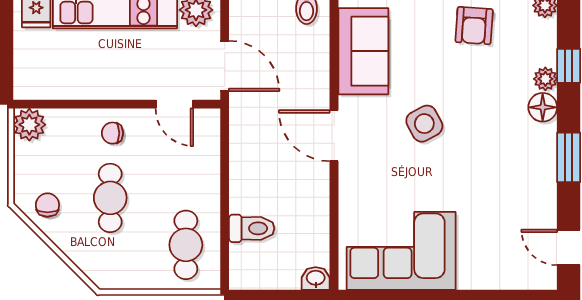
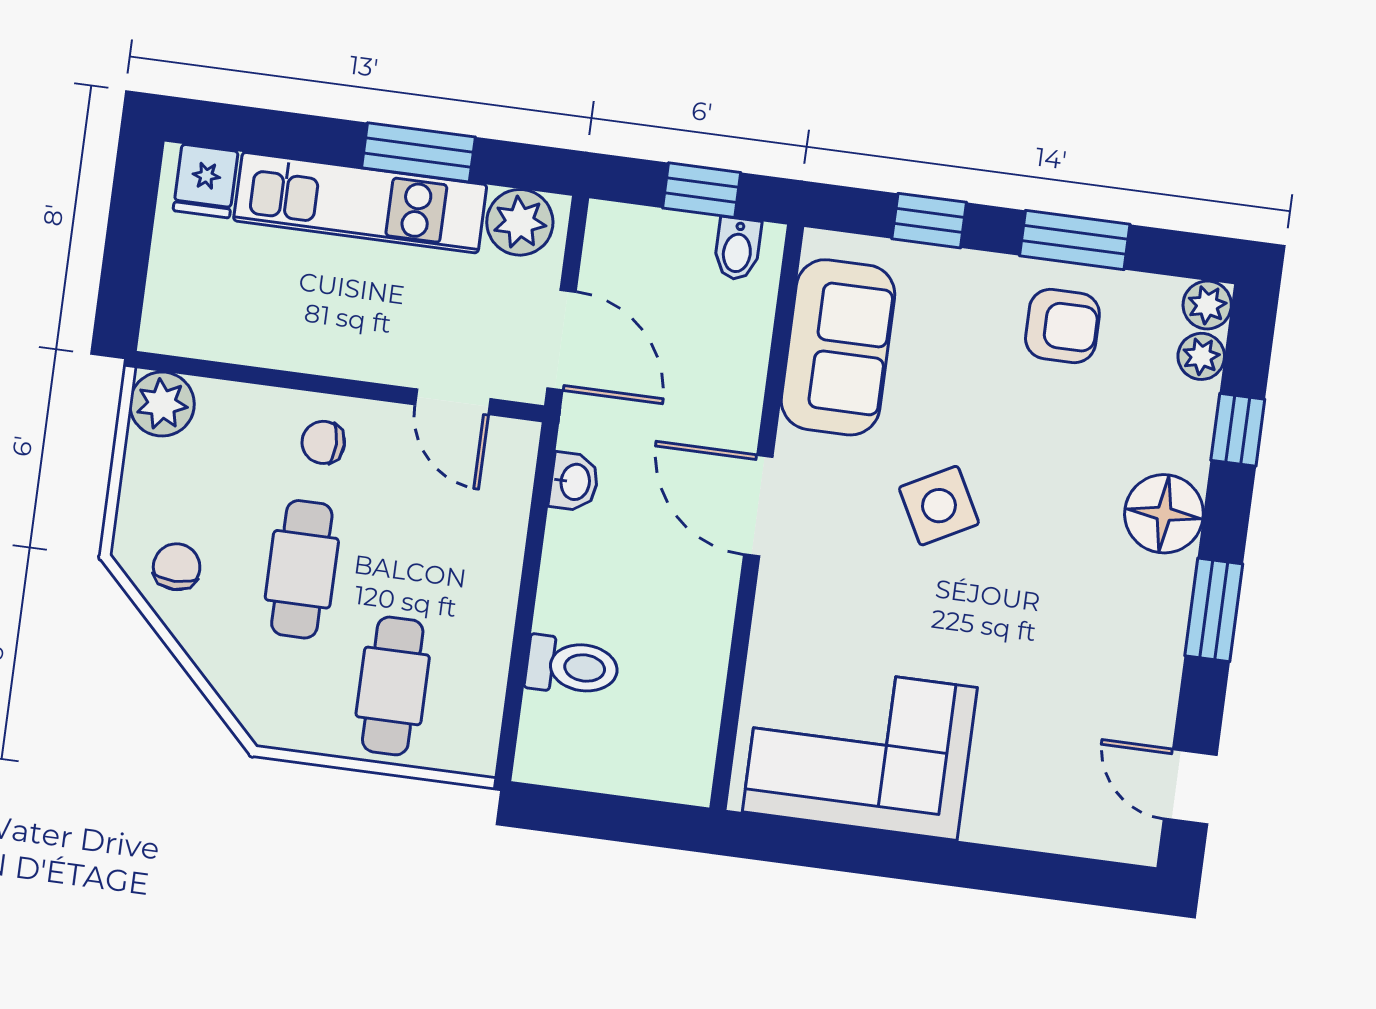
armchair: (474, 26) -> (1062, 326), turned -94
plant: (545, 79) -> (1201, 356), moved
floor lamp: (543, 107) -> (1164, 514), width x1.38, depth x1.38
cafe table: (186, 245) -> (393, 686), moved
washbasin: (316, 278) -> (574, 482), moved, turned 90

